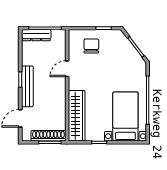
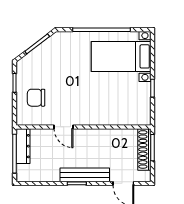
dresser: (36, 35) -> (23, 146), moved
wardrobe: (77, 116) -> (120, 115), removed

